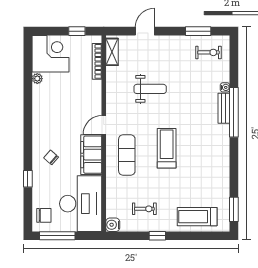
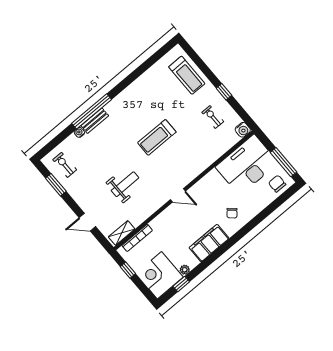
weight bench: (150, 89) -> (125, 184), turned 90
filing cabinet: (91, 155) -> (209, 243), moved, turned 180
exercise mat: (127, 155) -> (185, 161), removed
window: (28, 179) -> (181, 284), moved
window: (234, 209) -> (160, 54), removed

